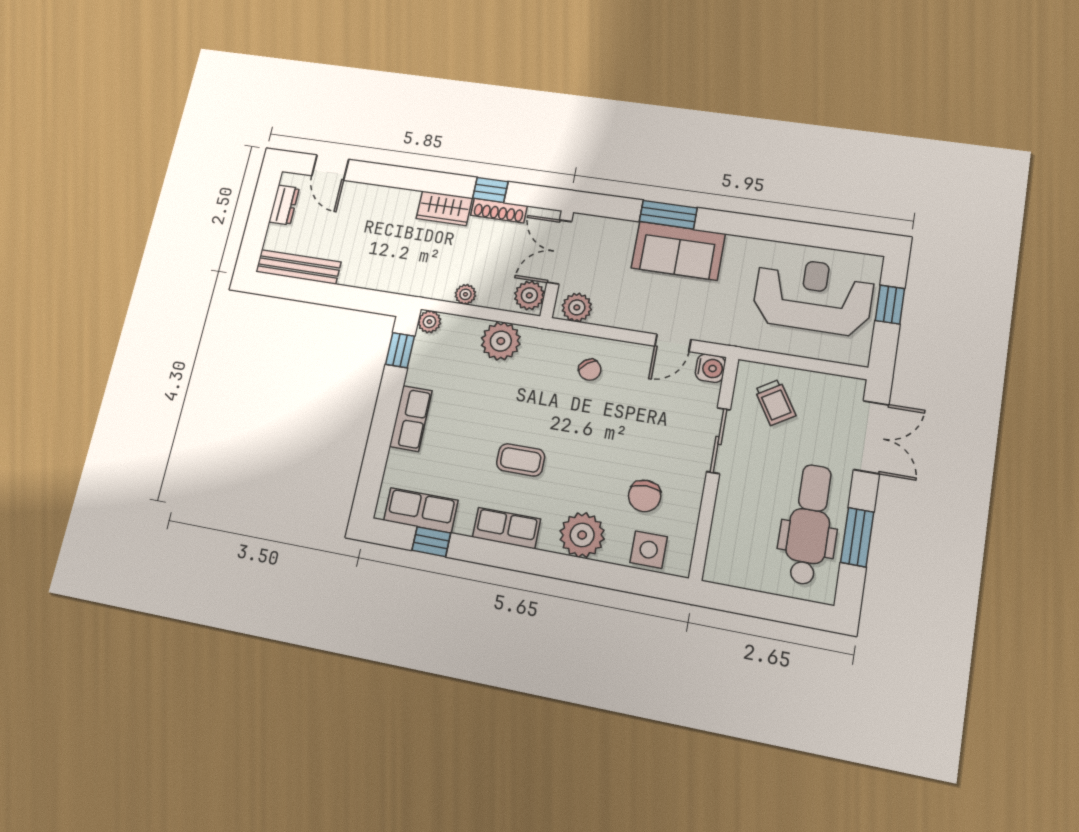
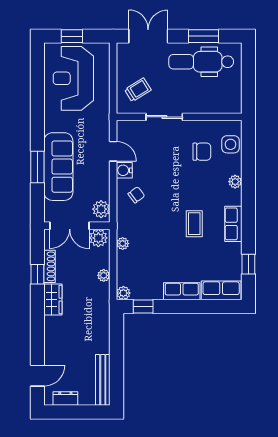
sofa: (678, 251) -> (58, 167), width x1.36
plant: (501, 341) -> (123, 244), width x0.53, depth x0.53
water cooler: (710, 368) -> (124, 170), moved, turned -90
row of seats: (421, 510) -> (221, 290), moved, turned 90
plant: (582, 535) -> (235, 182), width x0.53, depth x0.53

